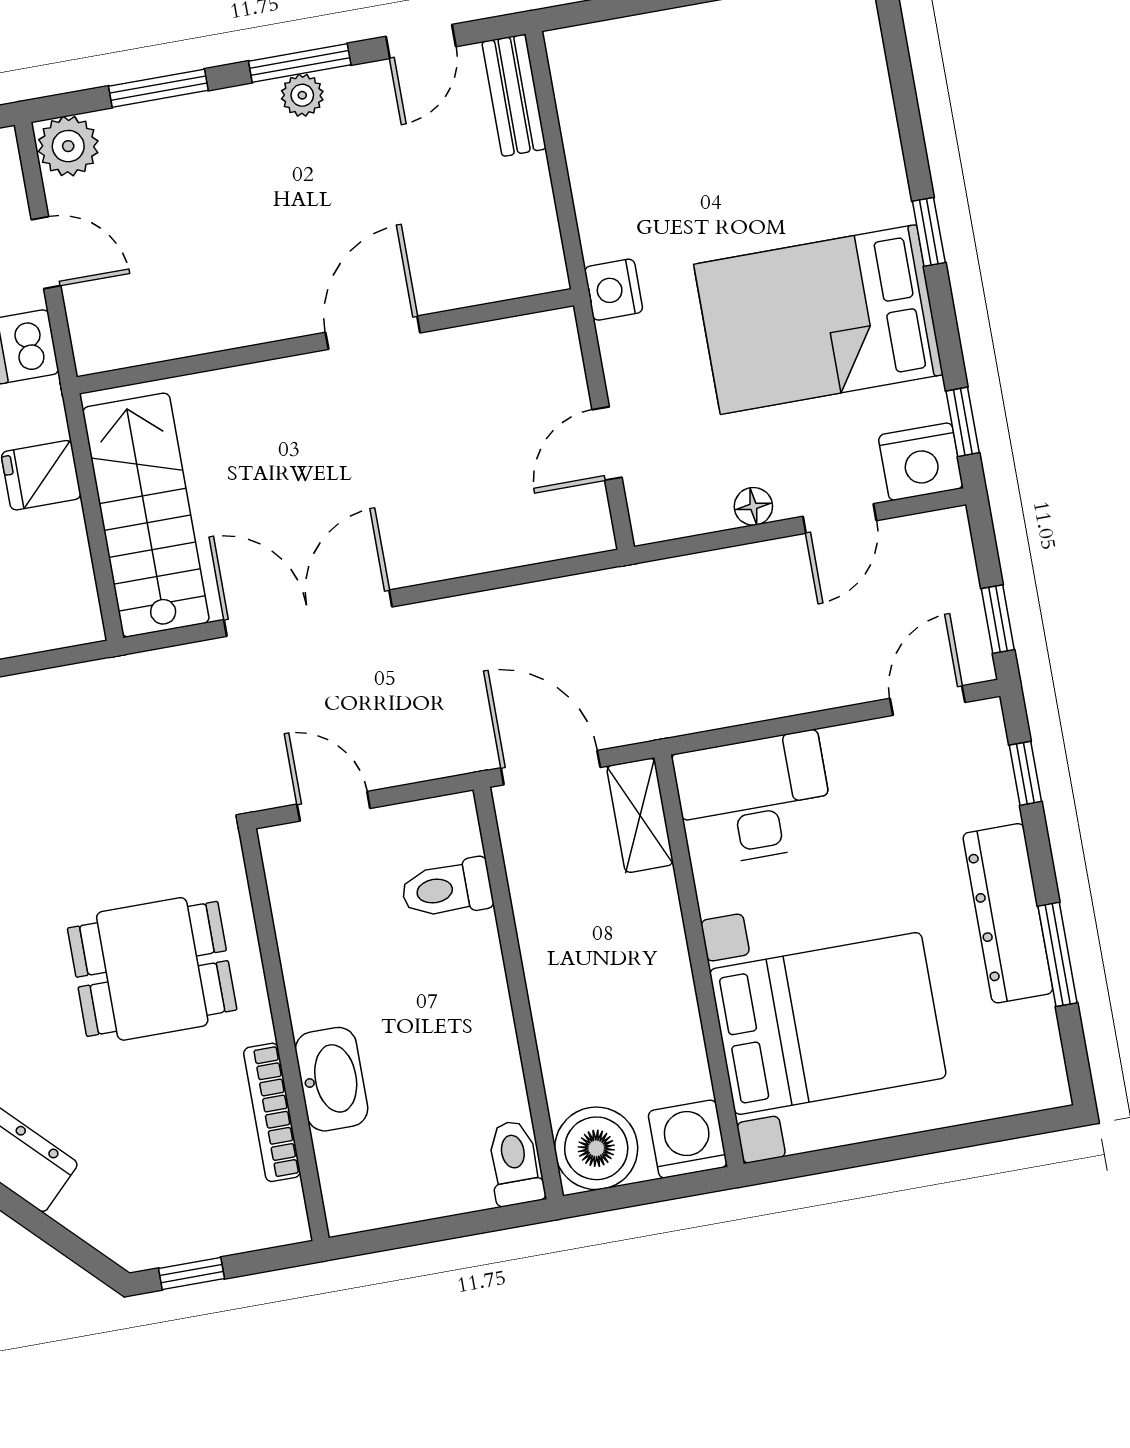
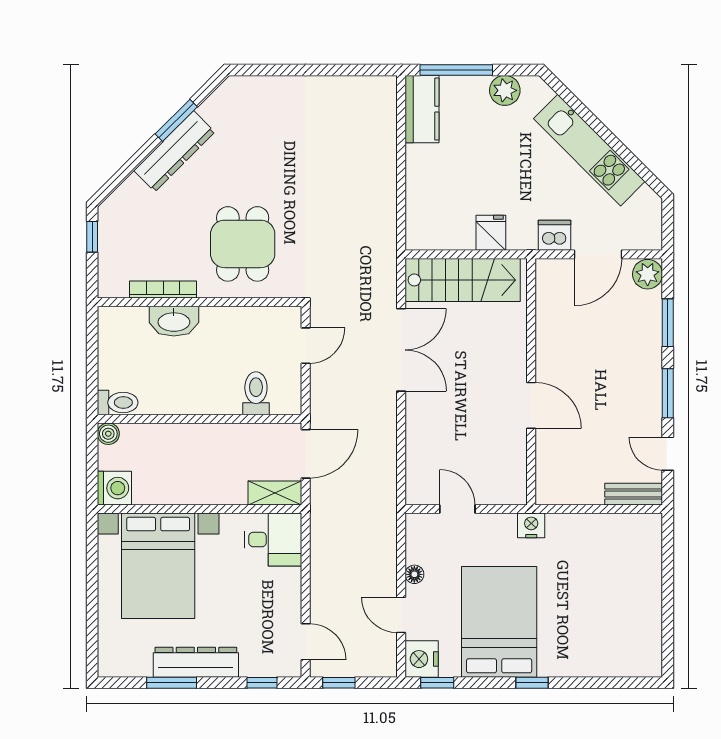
plant: (302, 95) -> (652, 392), removed
door: (46, 253) -> (598, 254), width x1.38
desk: (754, 799) -> (273, 540), width x0.73
boiler: (596, 1148) -> (108, 434), width x0.54, depth x0.54

